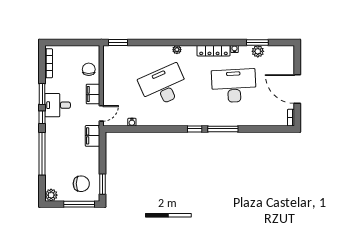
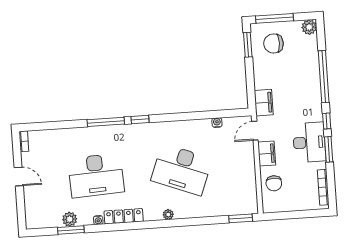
desk: (163, 86) -> (182, 170), turned 45
door: (297, 89) -> (19, 177), width x0.53
desk: (58, 105) -> (309, 142), width x1.37

